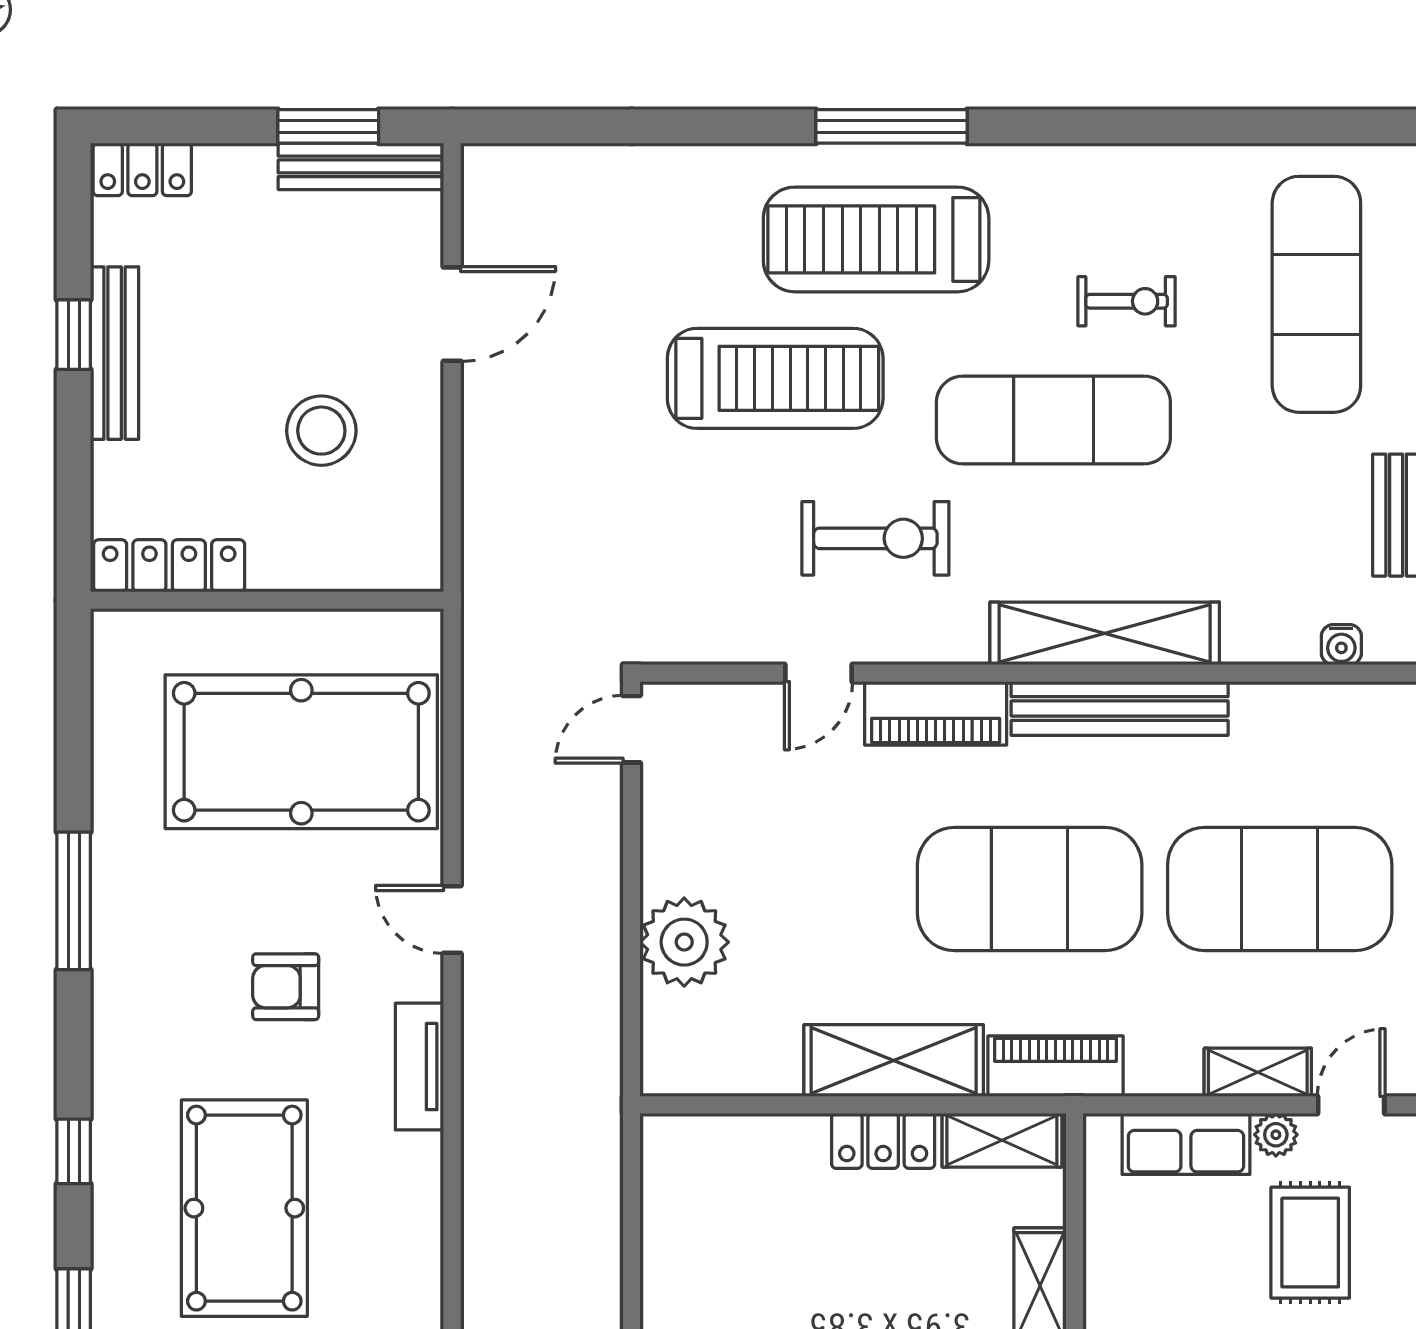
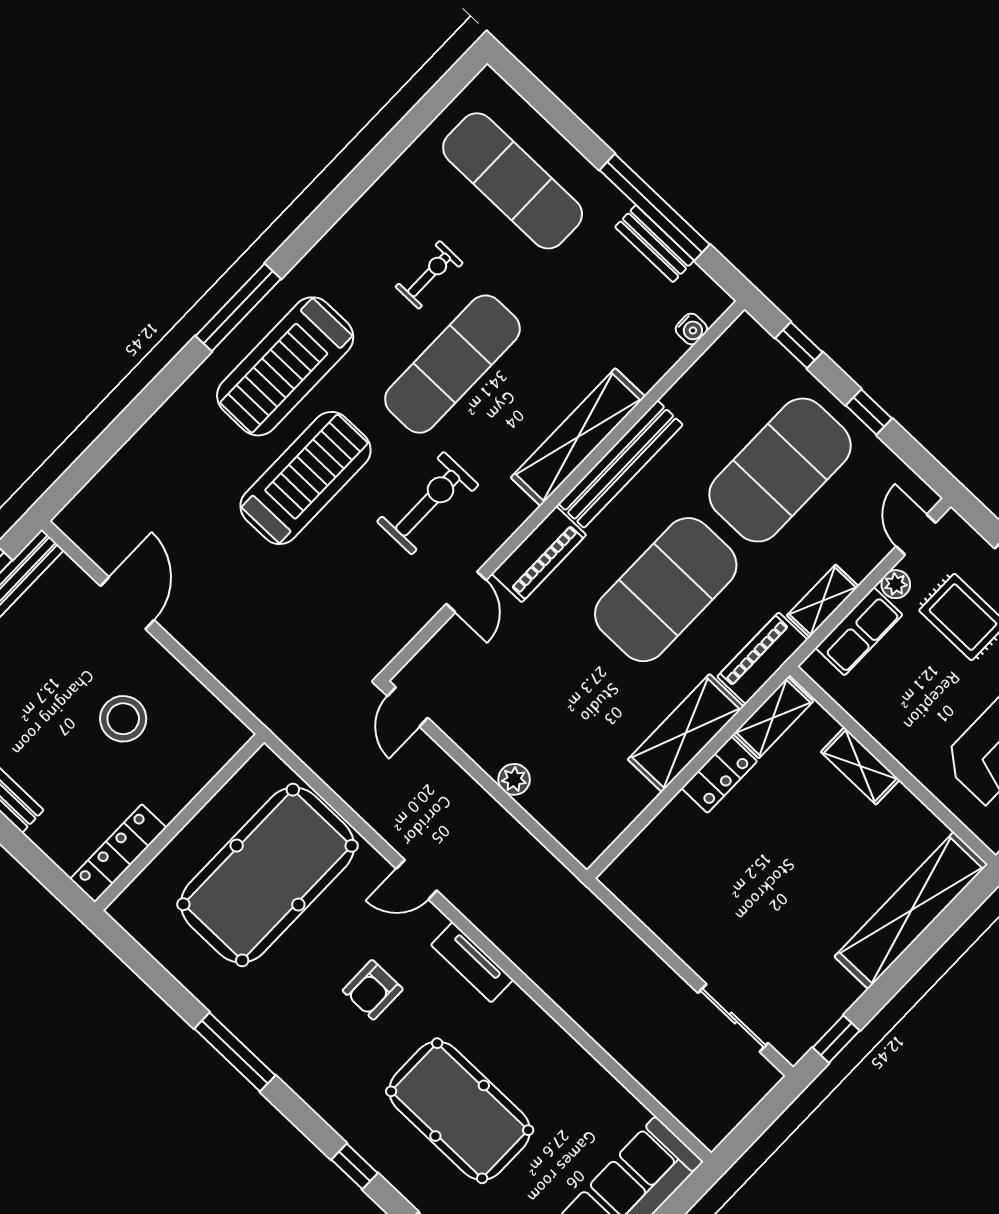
plant: (684, 942) -> (514, 779), width x0.53, depth x0.53
shelving: (1258, 1072) -> (823, 601), moved

